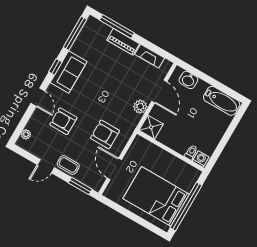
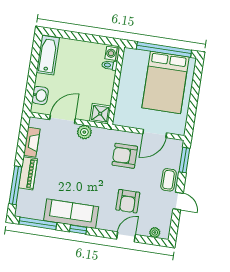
sofa: (69, 72) -> (71, 214), width x1.36
door: (38, 97) -> (126, 237), moved
armchair: (105, 134) -> (125, 156), turned 90

